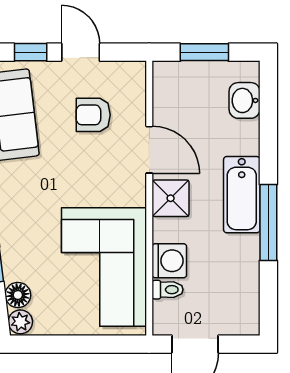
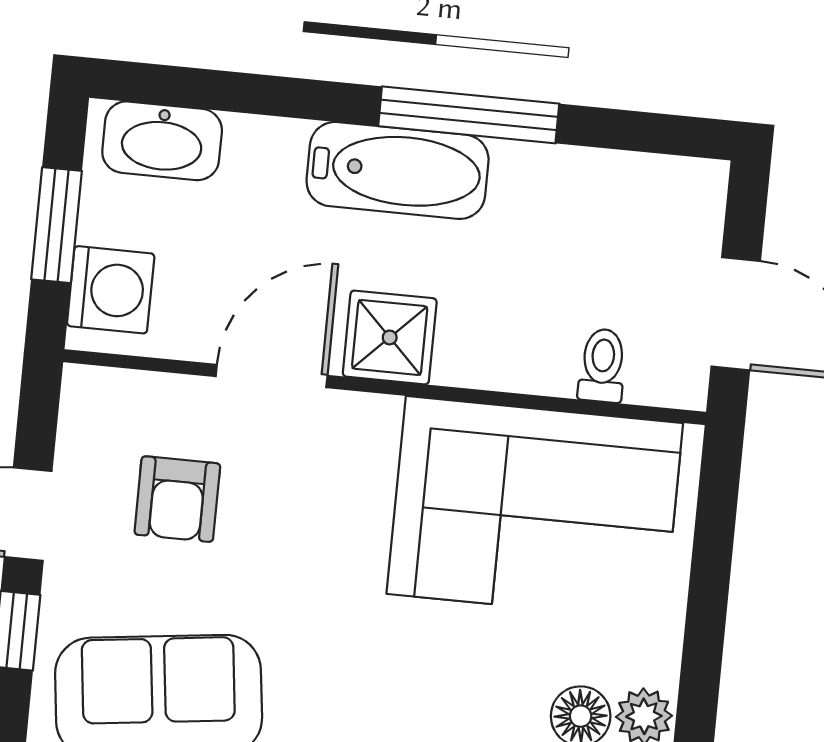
washbasin: (245, 100) -> (162, 141), width x1.38
washing machine: (169, 261) -> (111, 290), moved, turned 90

